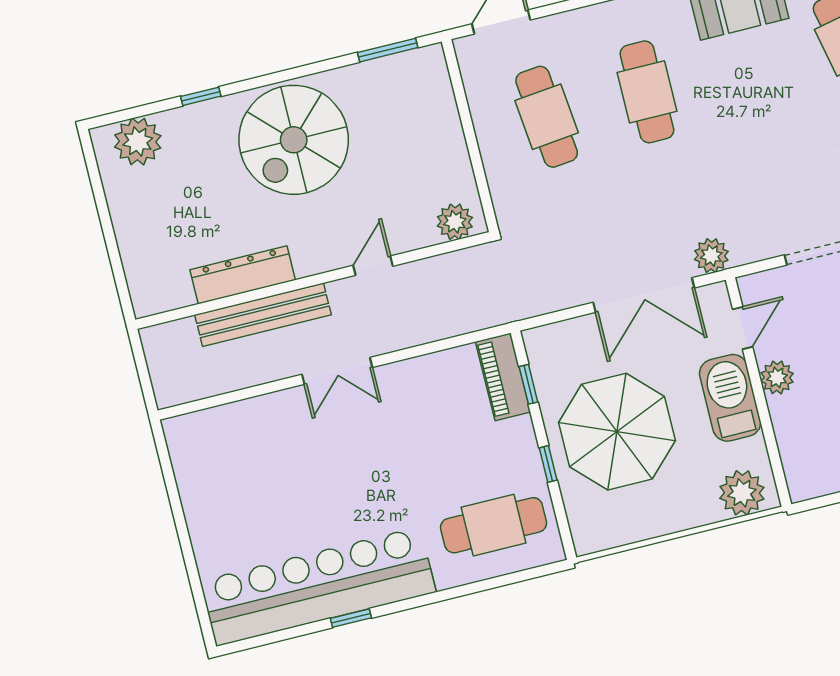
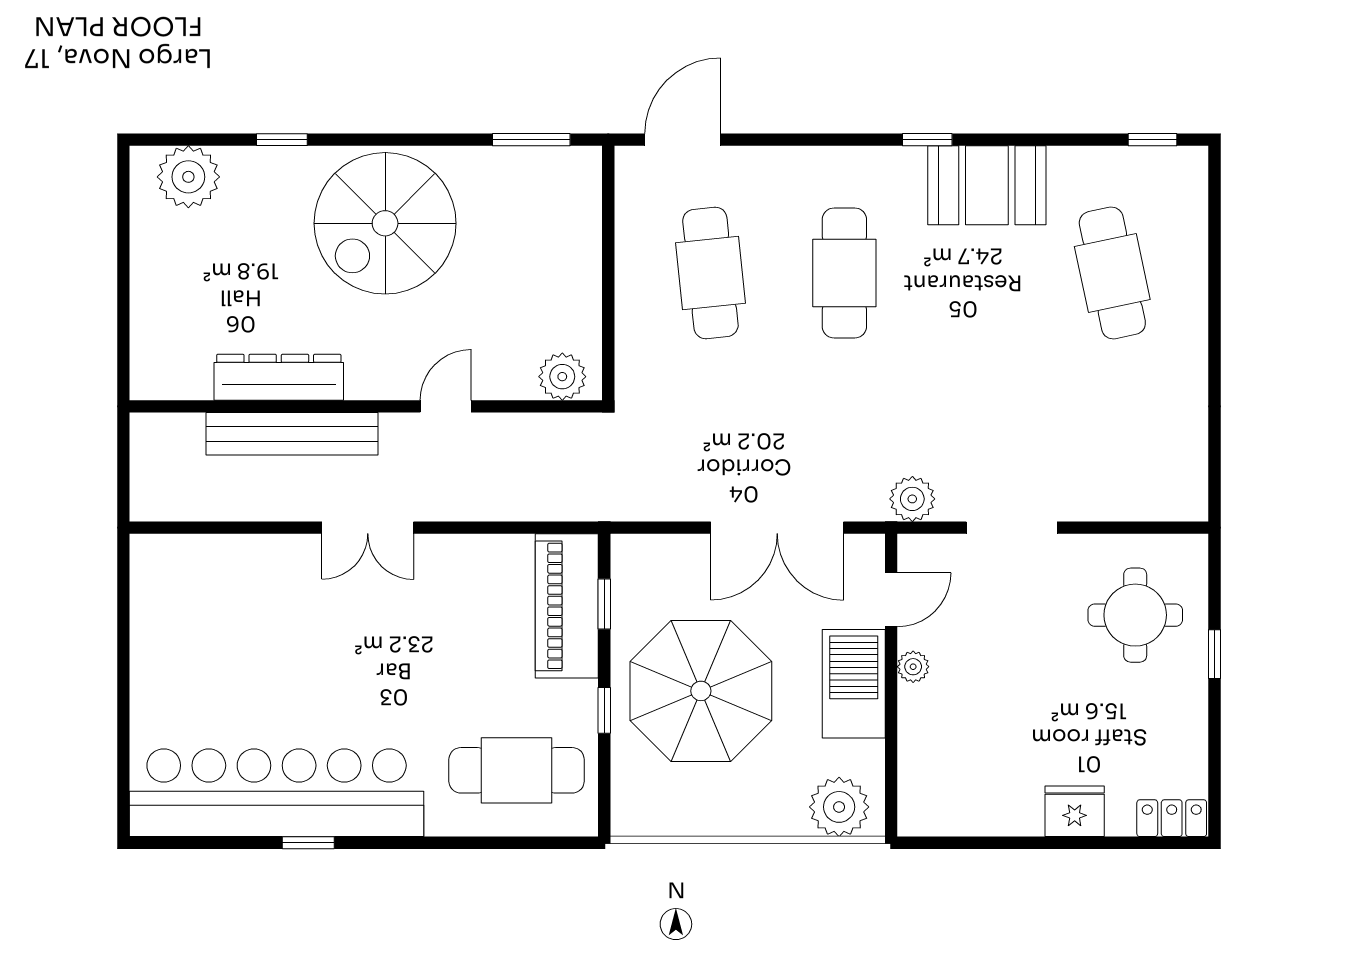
plant: (711, 256) -> (912, 499), moved
piano: (503, 377) -> (567, 606), width x1.37, depth x1.33
plant: (777, 377) -> (913, 667), width x0.73, depth x0.73

